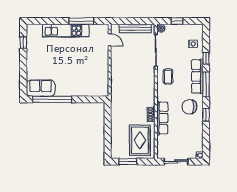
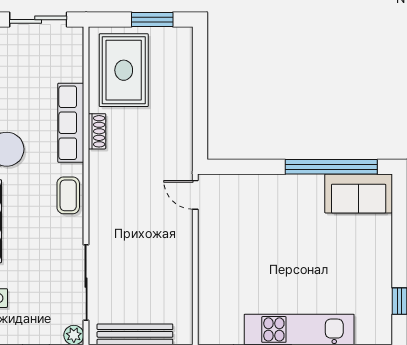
door: (110, 40) -> (195, 195), moved
coffee table: (168, 77) -> (68, 195), moved

